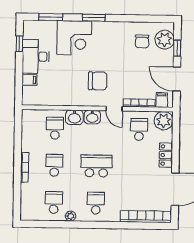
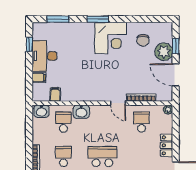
corner desk: (74, 38) -> (111, 38), moved
plant: (165, 40) -> (164, 52), moved
chair: (98, 81) -> (102, 78), removed
filing cabinet: (162, 100) -> (55, 94), moved
washbasin: (92, 117) -> (41, 111), moved
plant: (164, 121) -> (168, 109), width x0.53, depth x0.53

